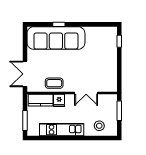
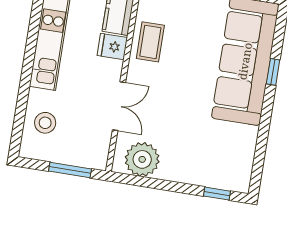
plant: (109, 78) -> (142, 159), added
double door: (86, 93) -> (119, 106), swing flipped

